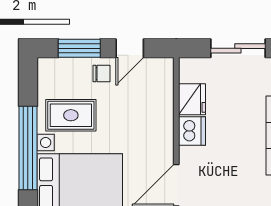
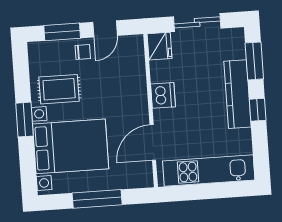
fridge: (192, 99) -> (160, 46), moved
window: (28, 148) -> (25, 120), width x0.47

